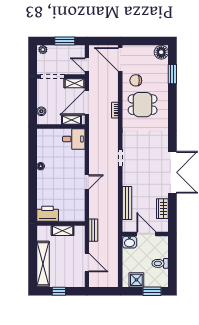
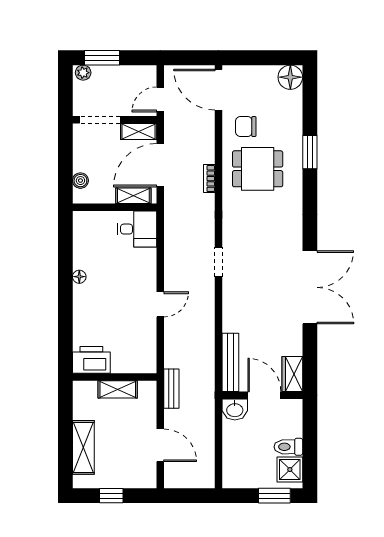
window: (65, 41) -> (102, 58), moved
door: (87, 65) -> (160, 99), hinge flipped
window: (172, 74) -> (310, 152), moved
bench: (127, 203) -> (230, 362), moved
wardrobe: (162, 209) -> (292, 374), moved
shelving: (43, 264) -> (83, 447), width x0.68
shower: (136, 280) -> (290, 470), moved

